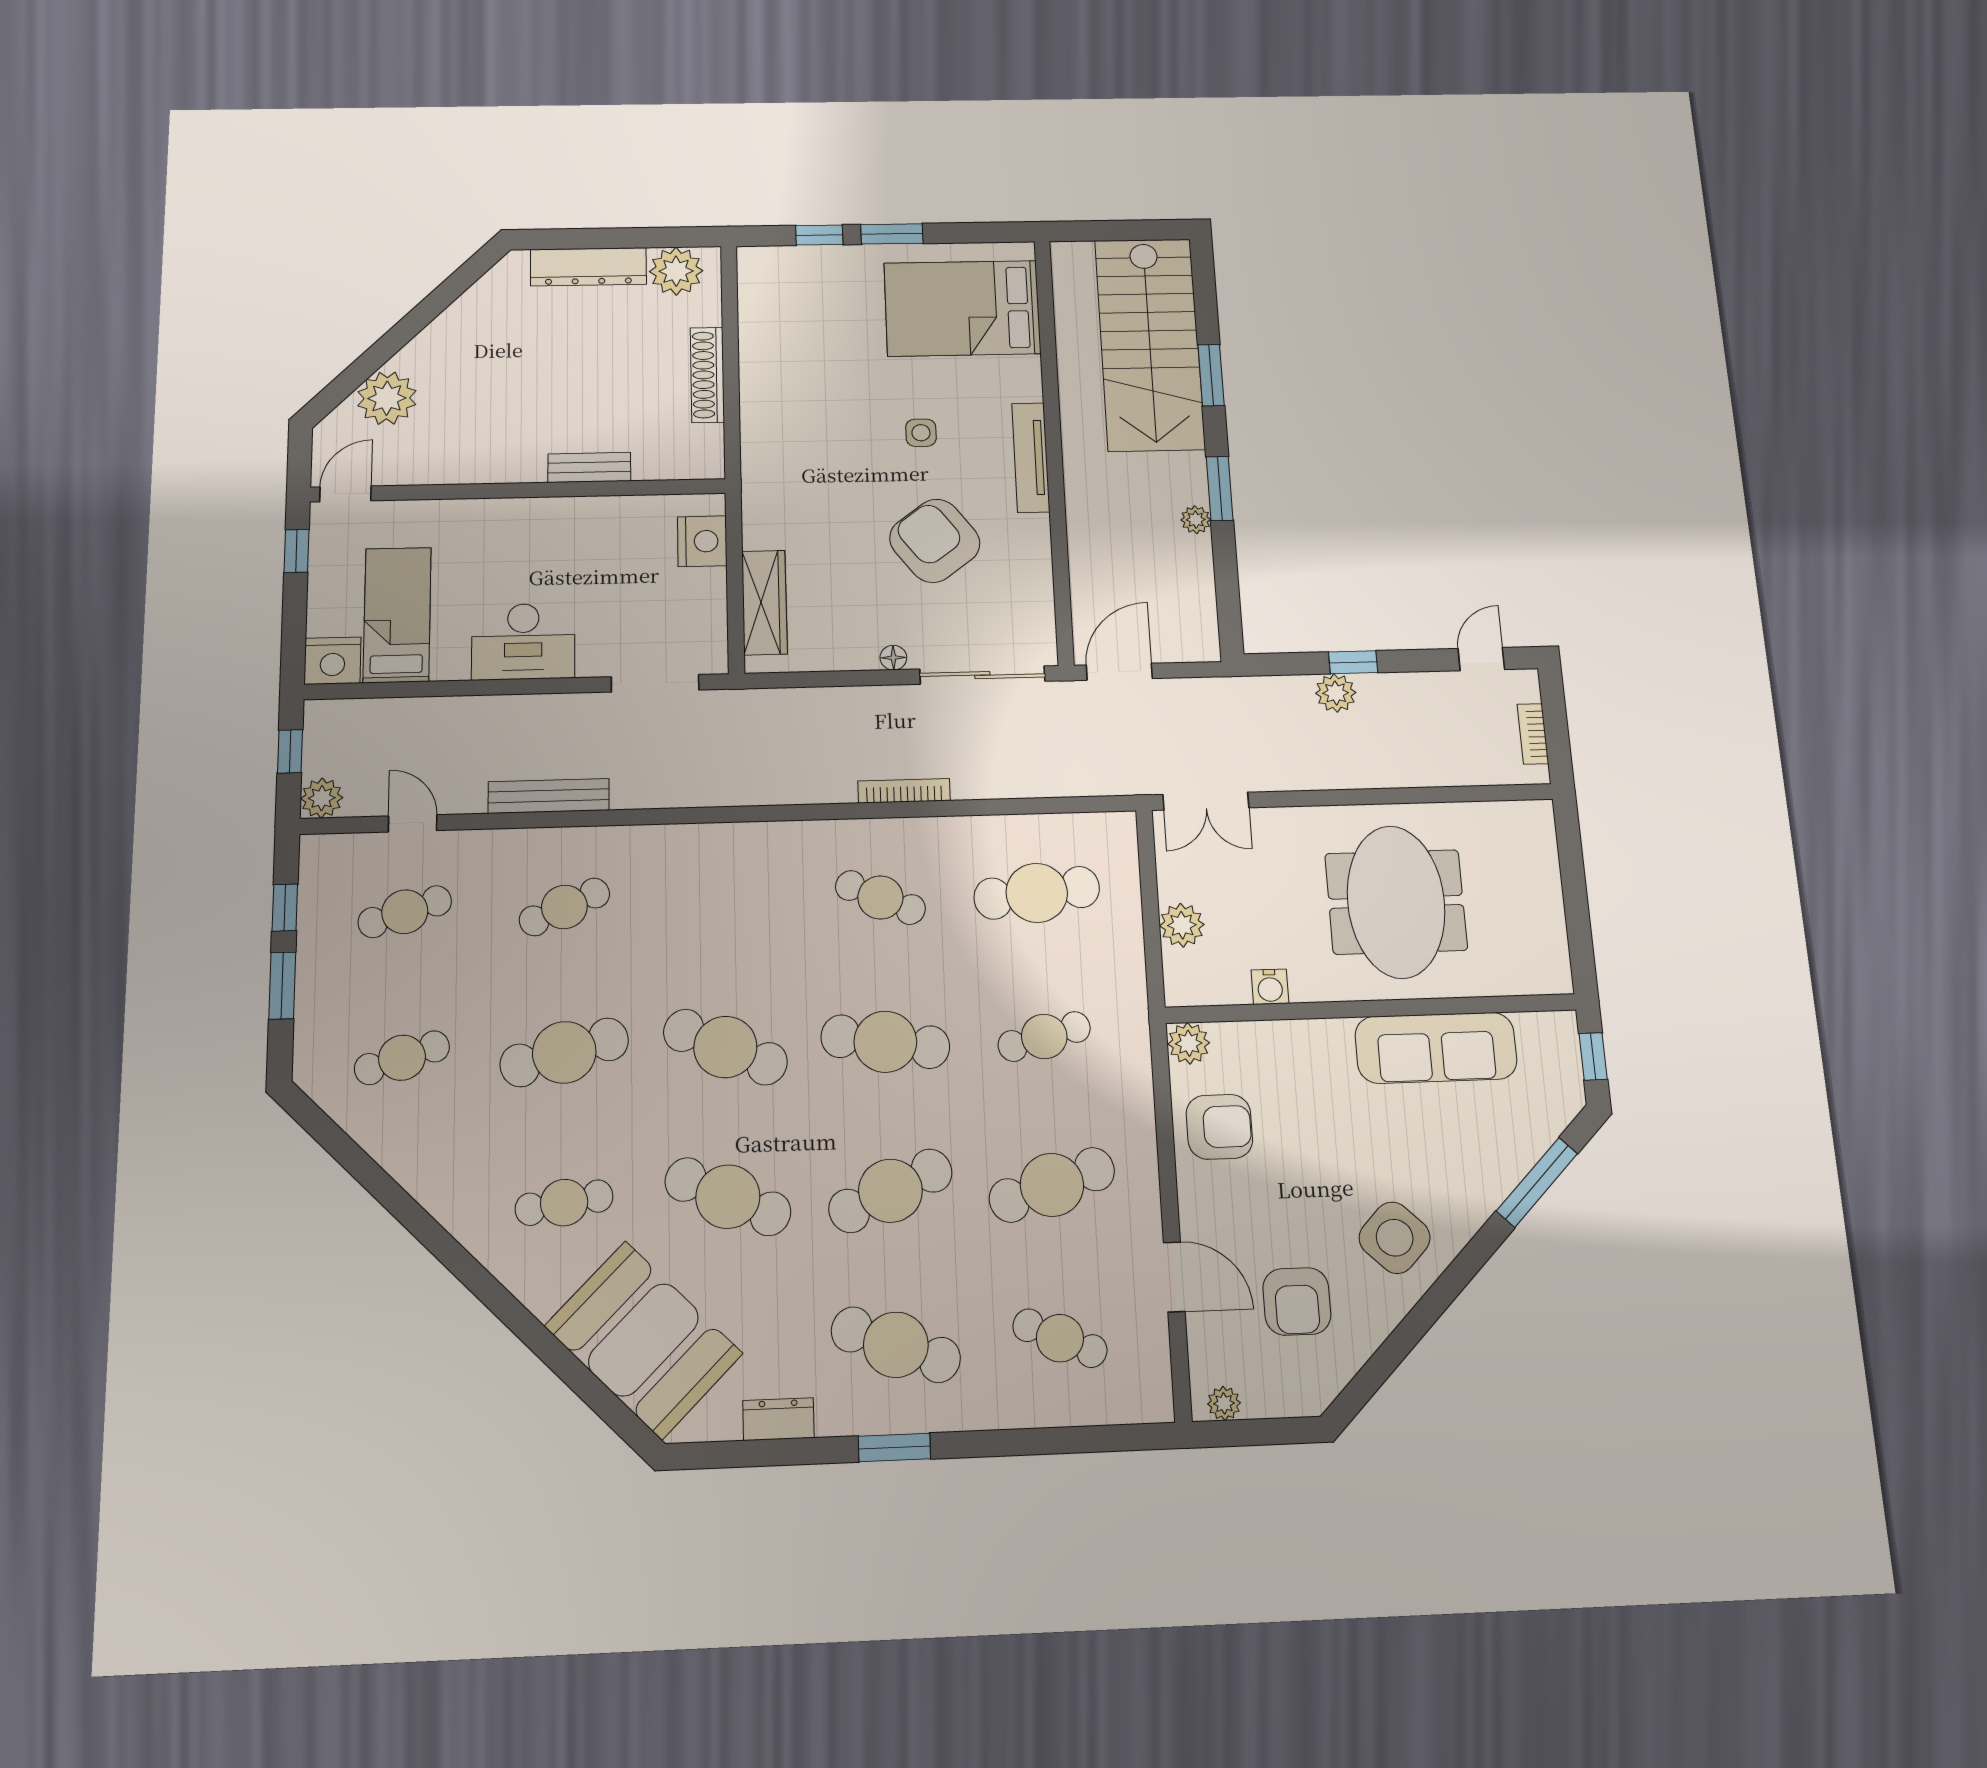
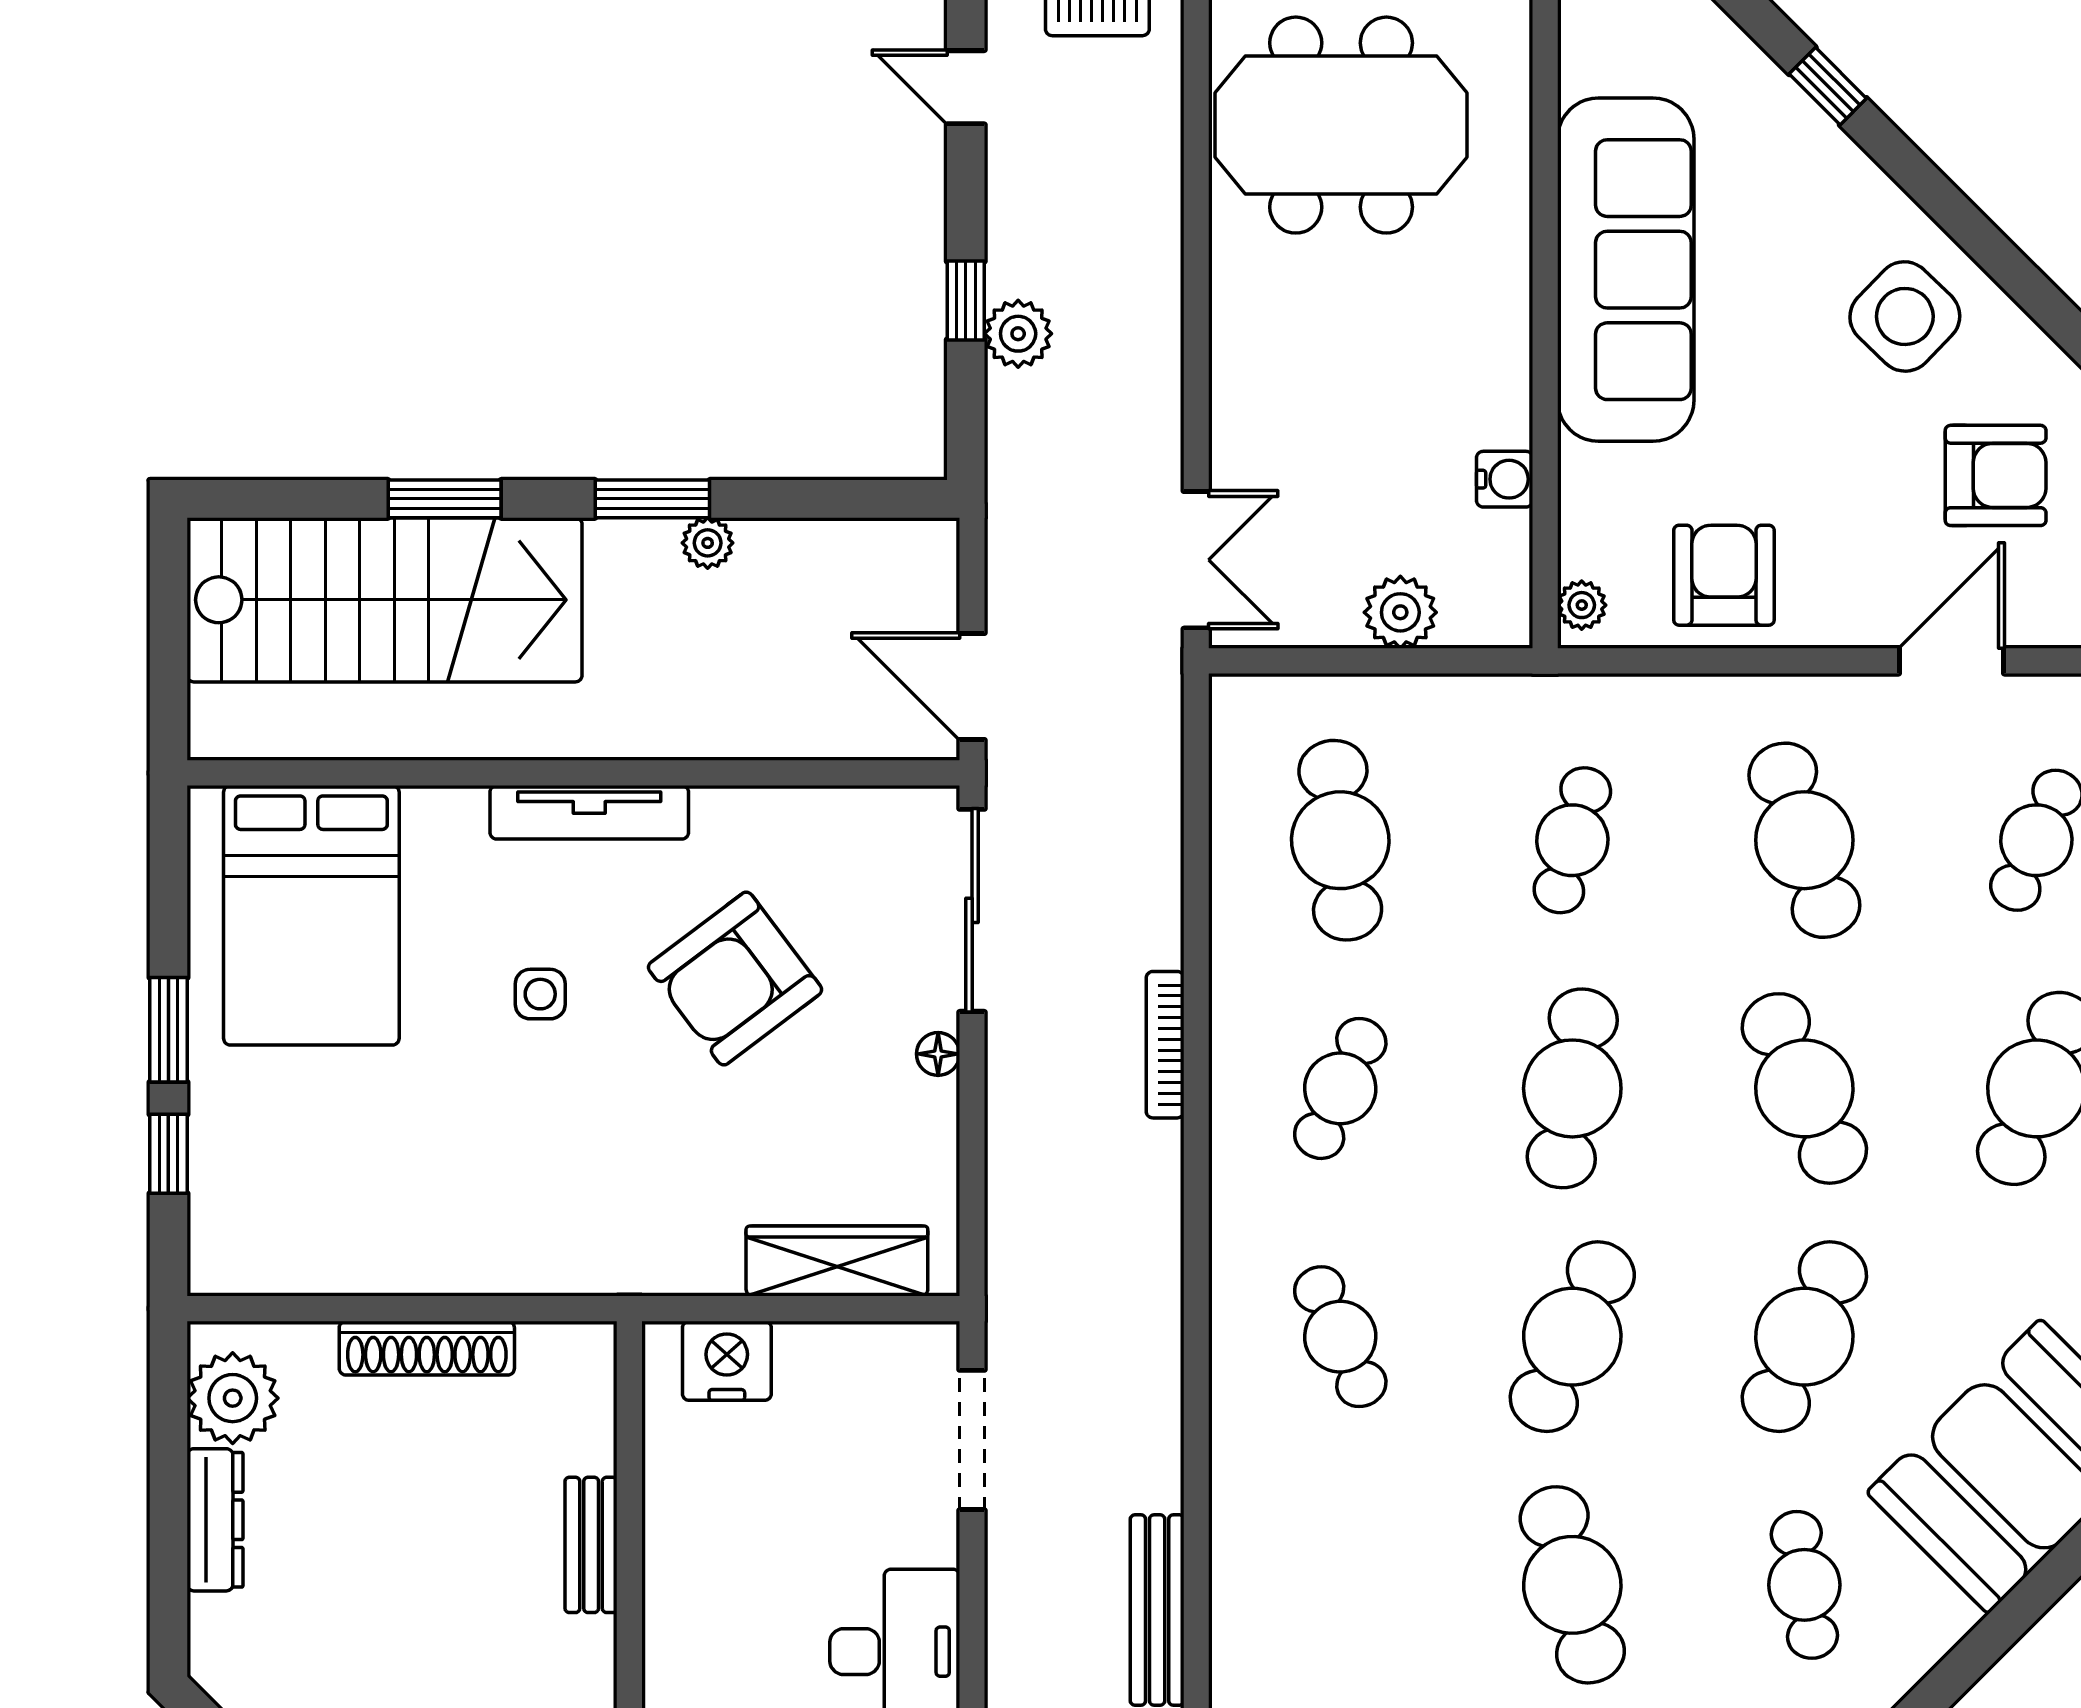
dresser: (588, 267) -> (215, 1520), width x0.73, depth x0.80
meeting table: (1396, 902) -> (1341, 125), moved
cafe table: (564, 907) -> (1340, 1337), moved
cafe table: (1044, 1036) -> (1572, 840), turned 30
plant: (1189, 1043) -> (1582, 605), width x0.73, depth x0.73
sofa: (1436, 1048) -> (1626, 270), width x1.36, depth x1.27
window: (1537, 1182) -> (1828, 86), width x0.46

